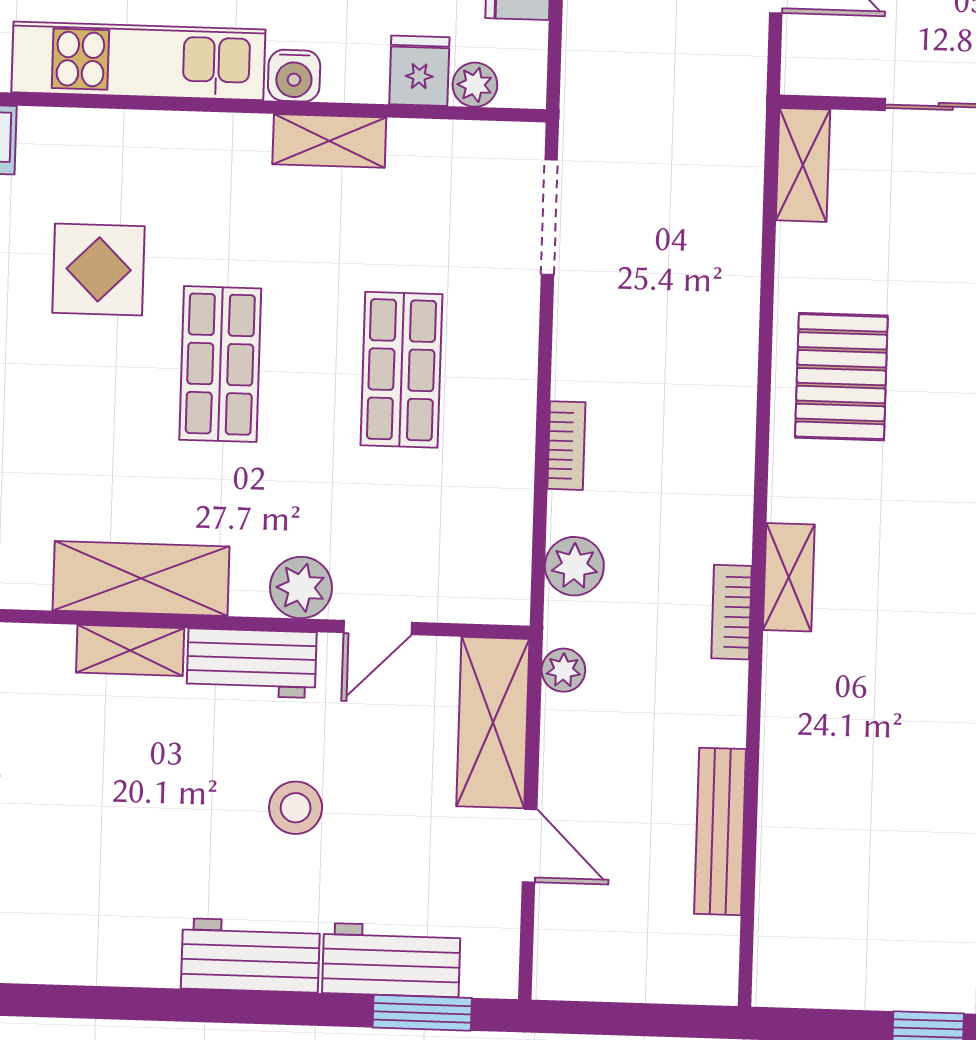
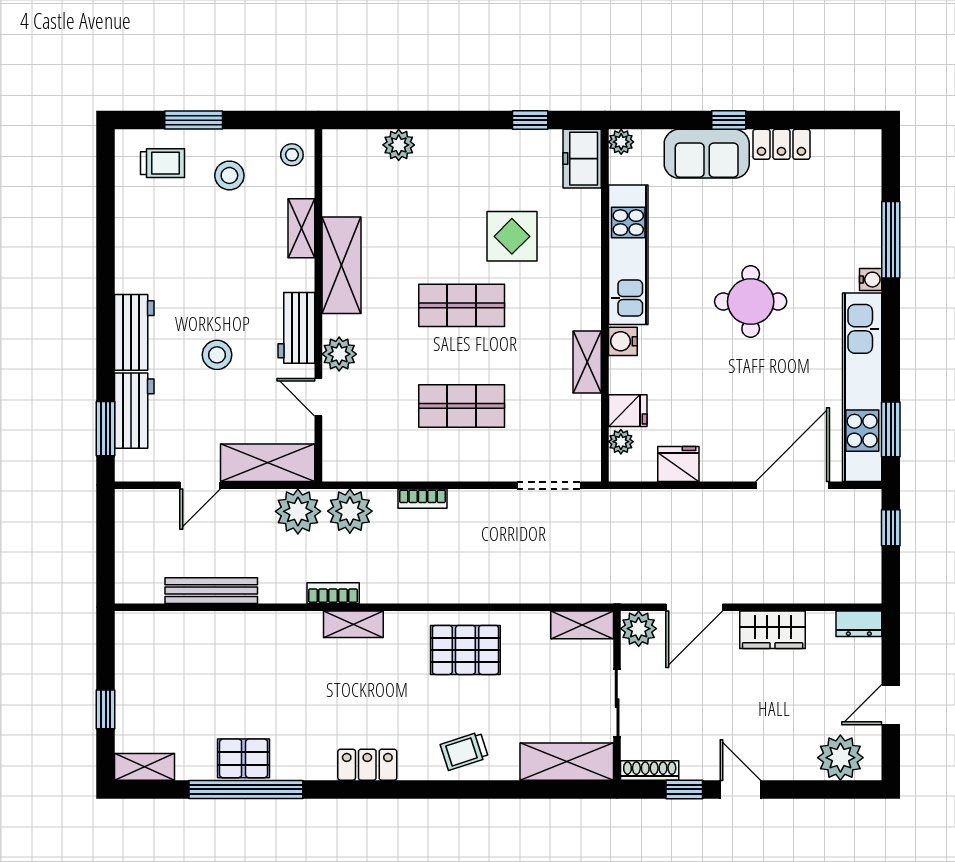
plant: (813, 63) -> (639, 629), added
plant: (574, 566) -> (350, 511), width x1.36, depth x1.36
shelving: (130, 650) -> (301, 228), moved
plant: (563, 670) -> (298, 511), width x1.88, depth x1.88

